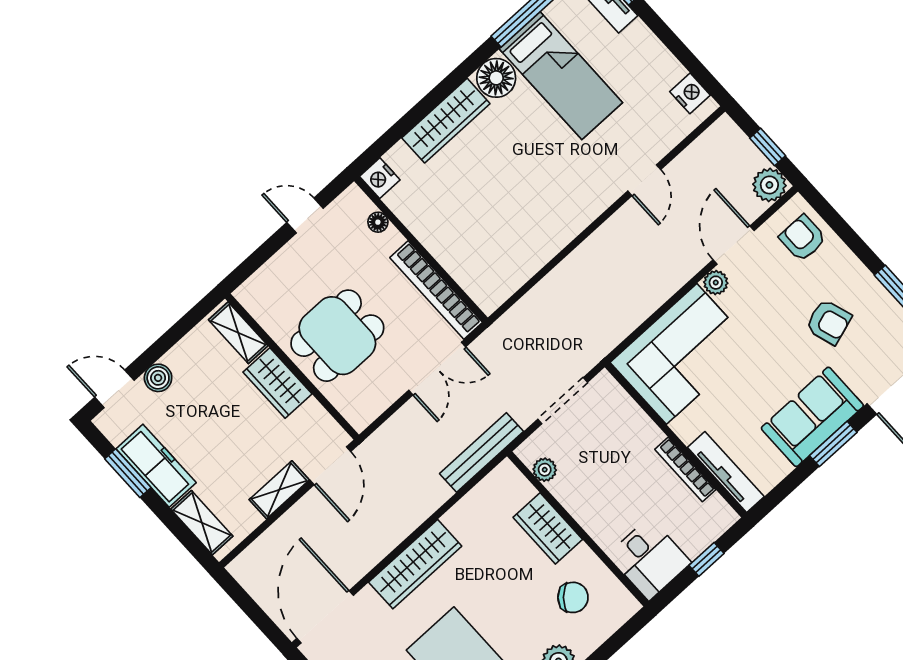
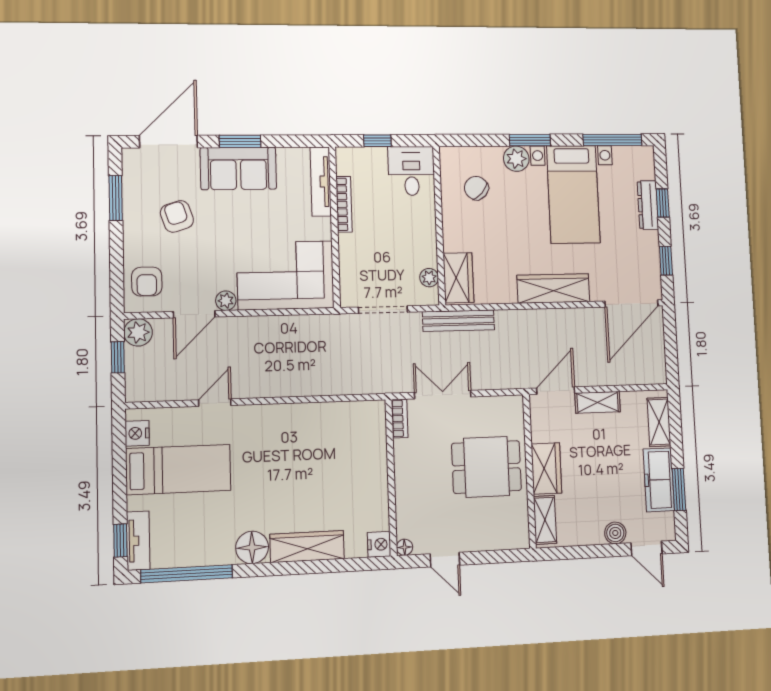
bed: (561, 76) -> (178, 469), moved, turned 90
floor lamp: (378, 222) -> (405, 547), moved
bookcase: (436, 290) -> (400, 418), width x0.43, depth x0.76
wardrobe: (548, 528) -> (458, 278), moved

